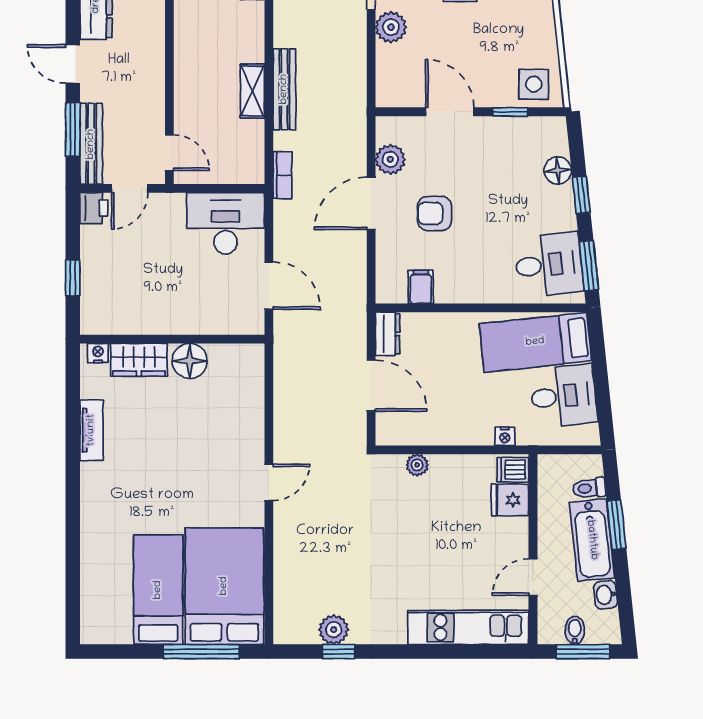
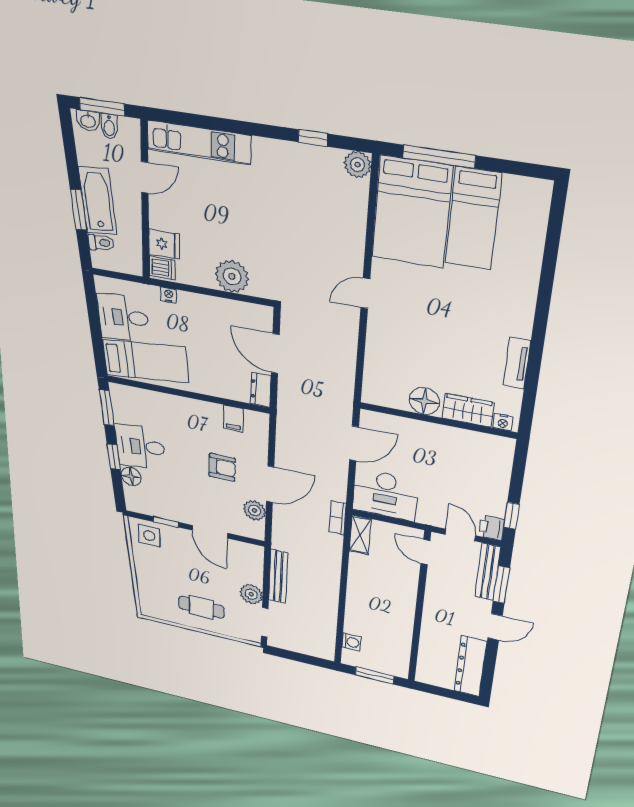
door: (73, 64) -> (495, 627), hinge flipped
bench: (284, 89) -> (278, 577), moved
shelving: (252, 91) -> (360, 535), moved
door: (130, 188) -> (460, 535), hinge flipped
desk: (549, 265) -> (141, 447), moved
window: (73, 278) -> (512, 516), moved
door: (269, 286) -> (354, 444), swing flipped
plant: (417, 465) -> (232, 276), width x1.88, depth x1.88
washbasin: (605, 595) -> (88, 121), moved, turned 96
plant: (334, 630) -> (358, 165), moved

